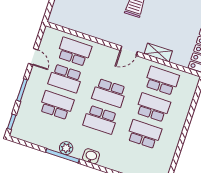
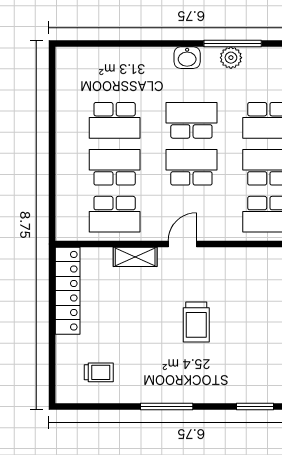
school desk: (153, 107) -> (115, 167), turned 180

